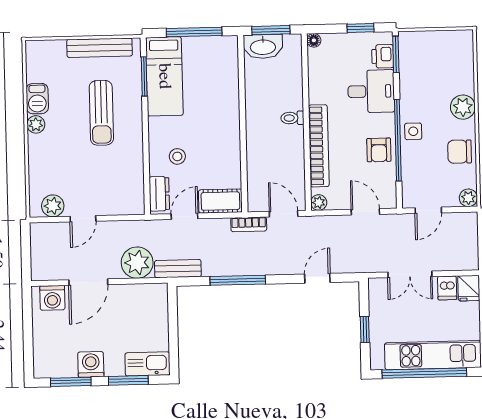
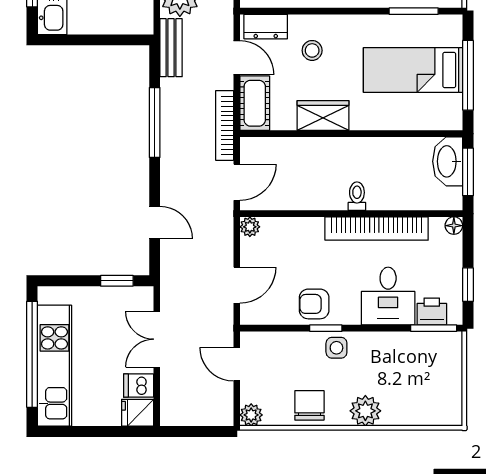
bed: (164, 76) -> (413, 70), moved
window: (398, 140) -> (326, 328), width x0.32
bookcase: (319, 146) -> (377, 229), moved
wardrobe: (229, 147) -> (323, 116), added
bookcase: (249, 224) -> (225, 125), width x1.56
window: (365, 329) -> (117, 281), moved

